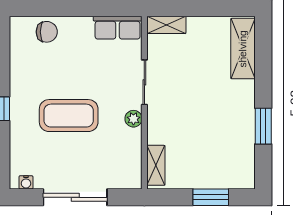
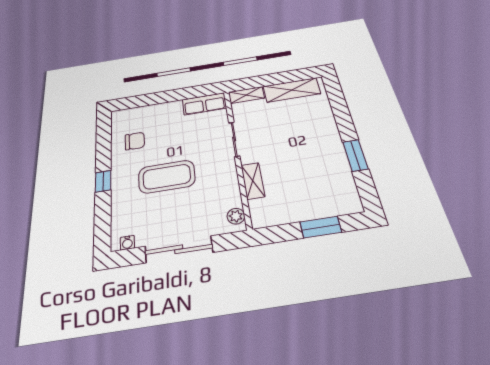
chair: (47, 32) -> (135, 141), moved
shelving: (243, 49) -> (292, 90), moved, turned 90
plant: (133, 119) -> (236, 216), moved
shelving: (156, 165) -> (253, 181), moved

